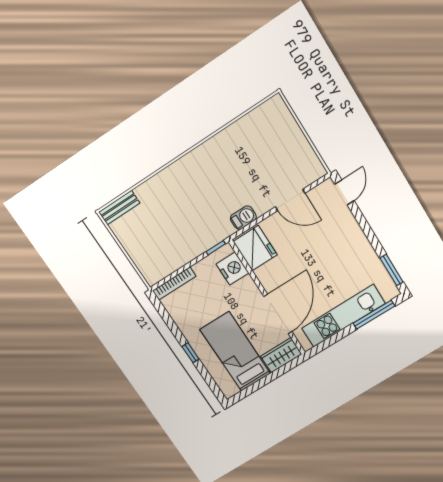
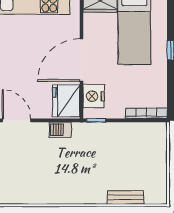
bench: (119, 208) -> (125, 197), moved
door: (278, 314) -> (81, 60), moved

